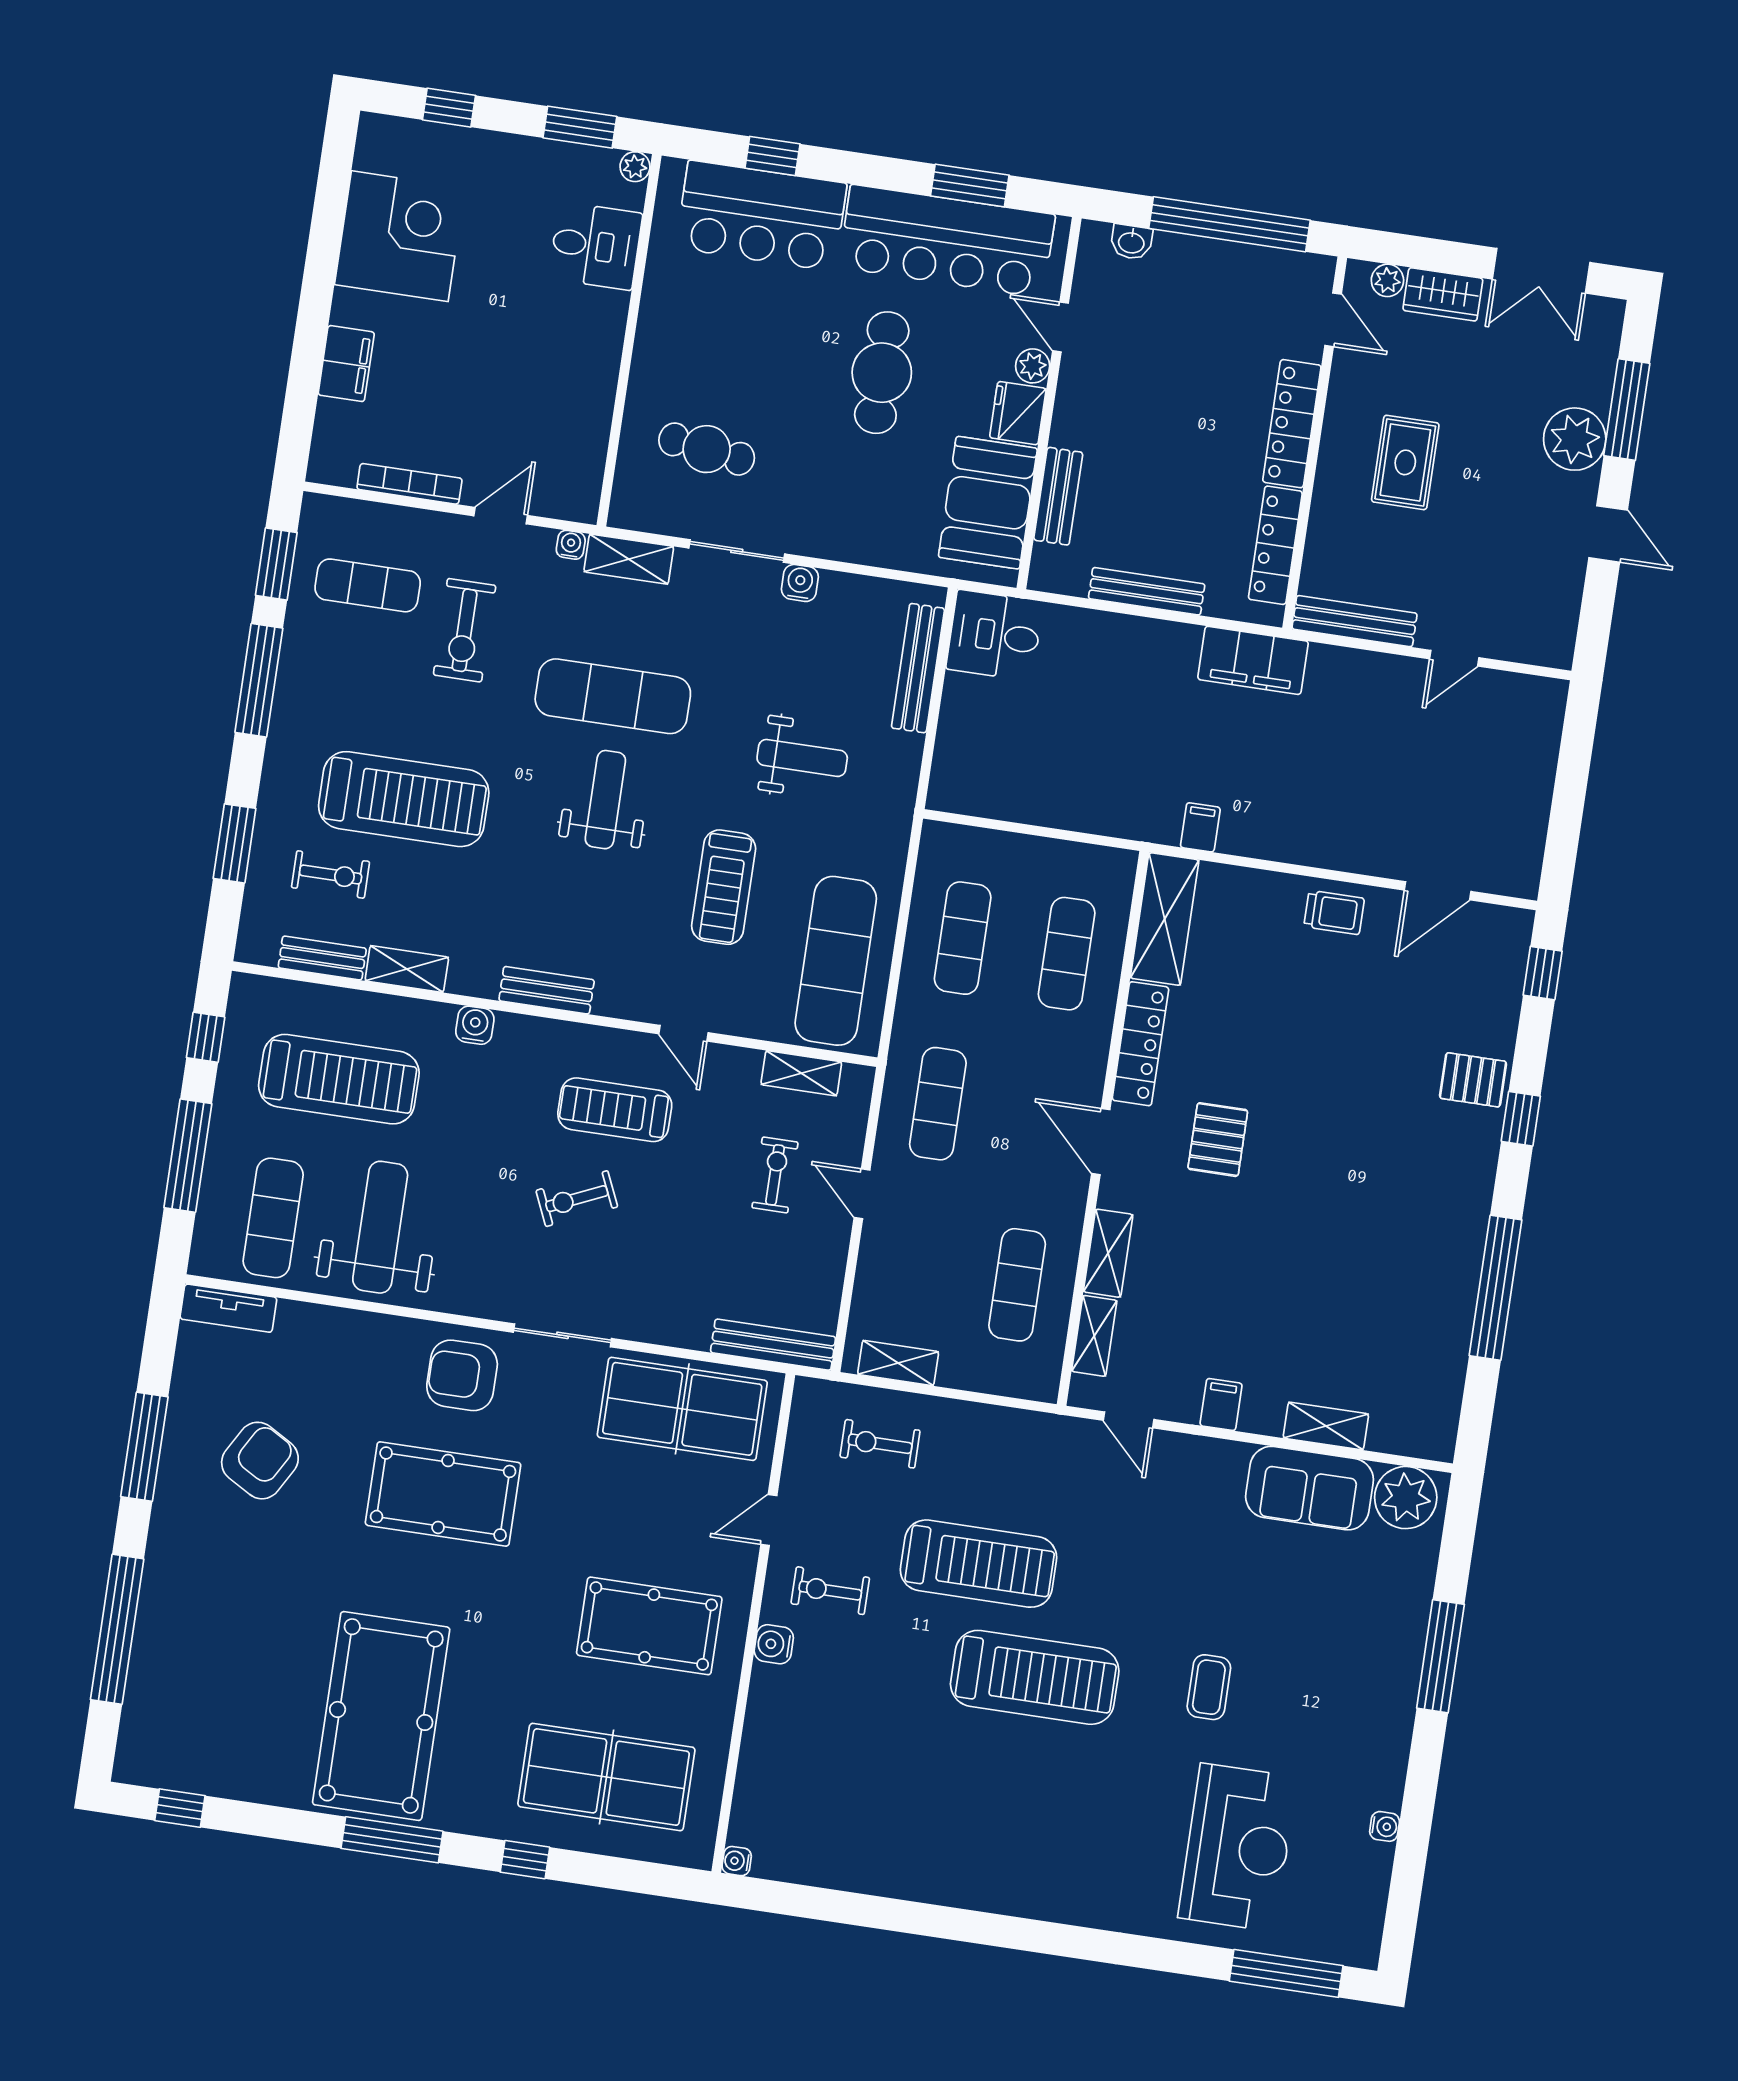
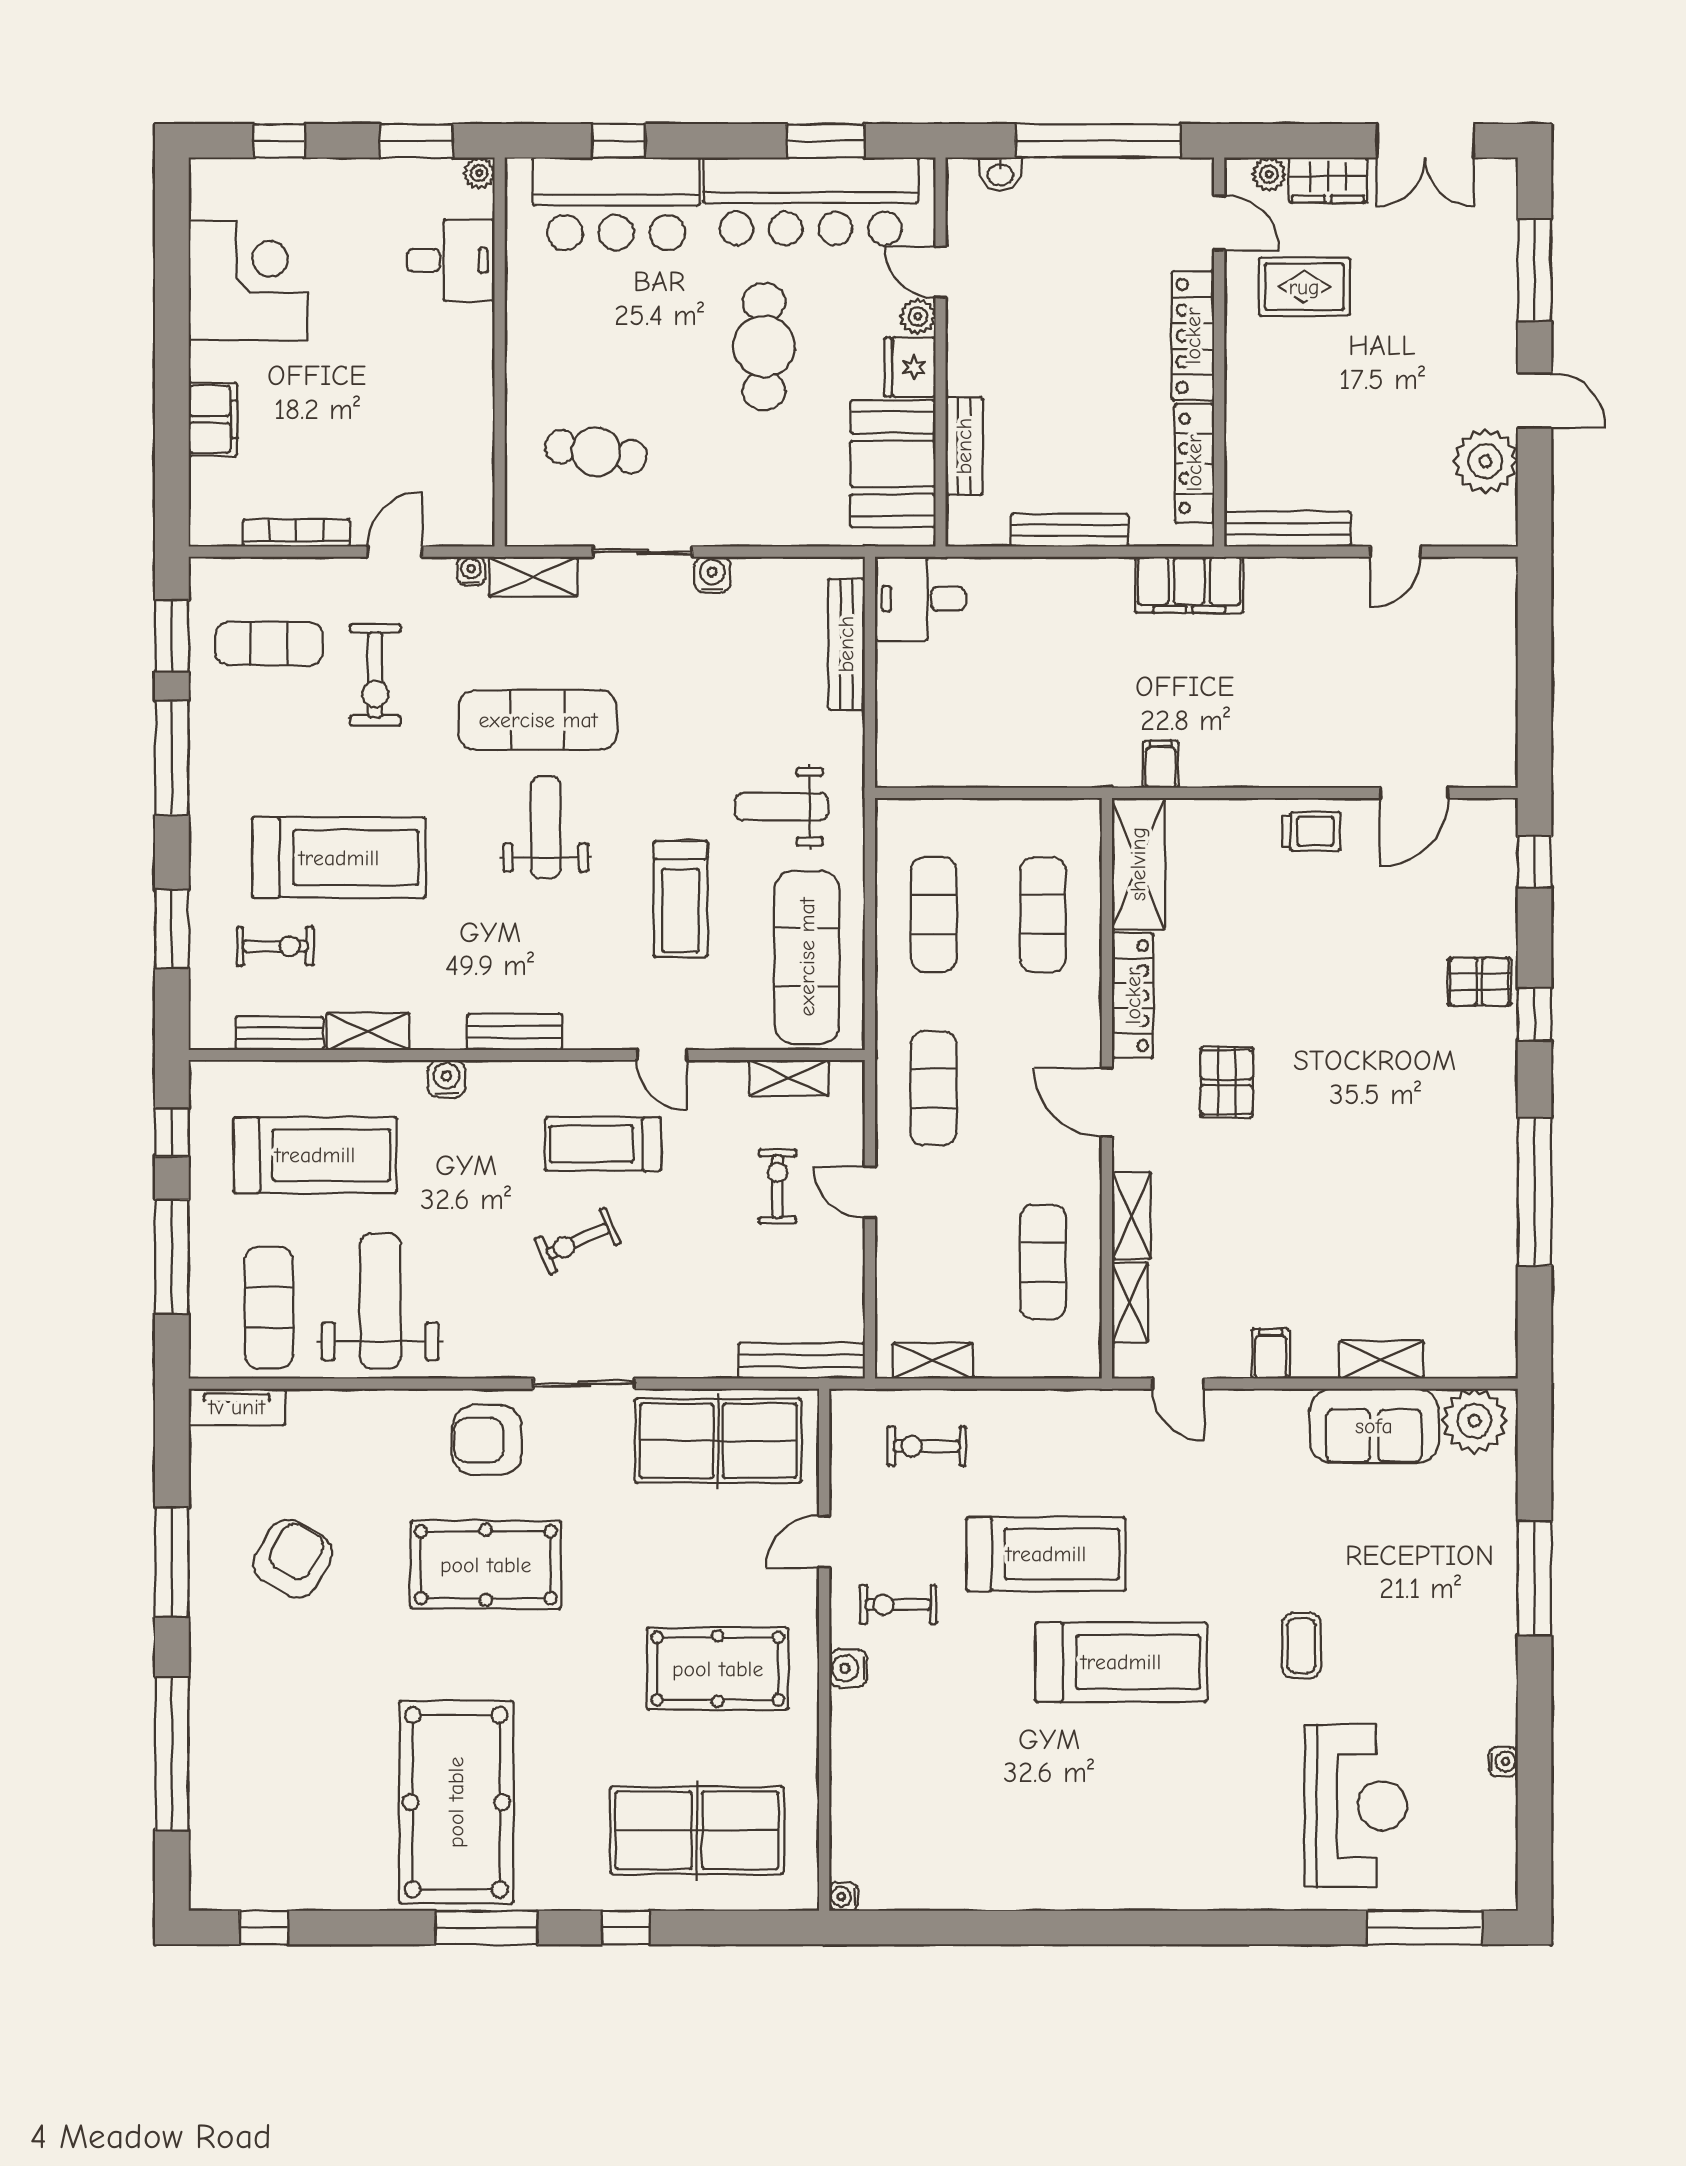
plant: (1575, 439) -> (1485, 461), moved
rug: (1405, 462) -> (1304, 287), moved, turned 90
weight bench: (802, 758) -> (782, 807), moved, turned 180

